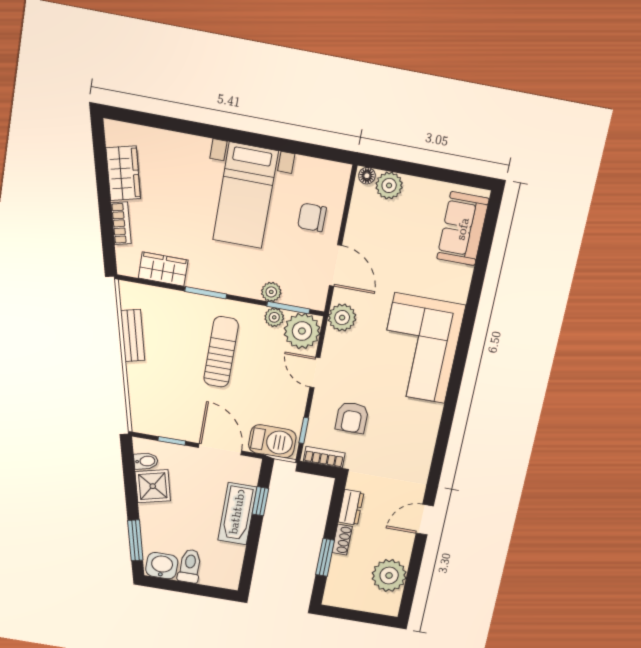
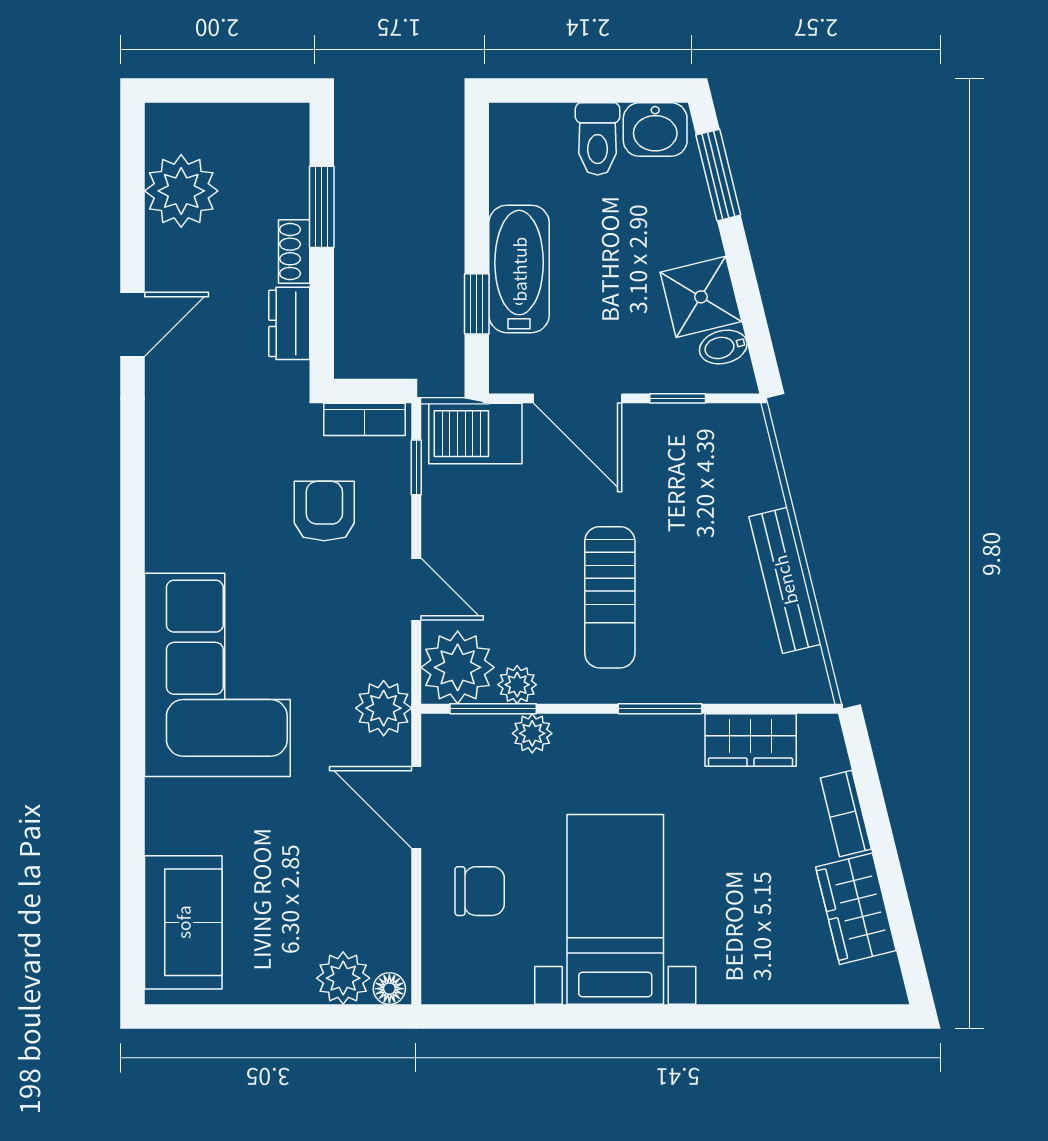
bench: (133, 335) -> (785, 580), width x1.36

